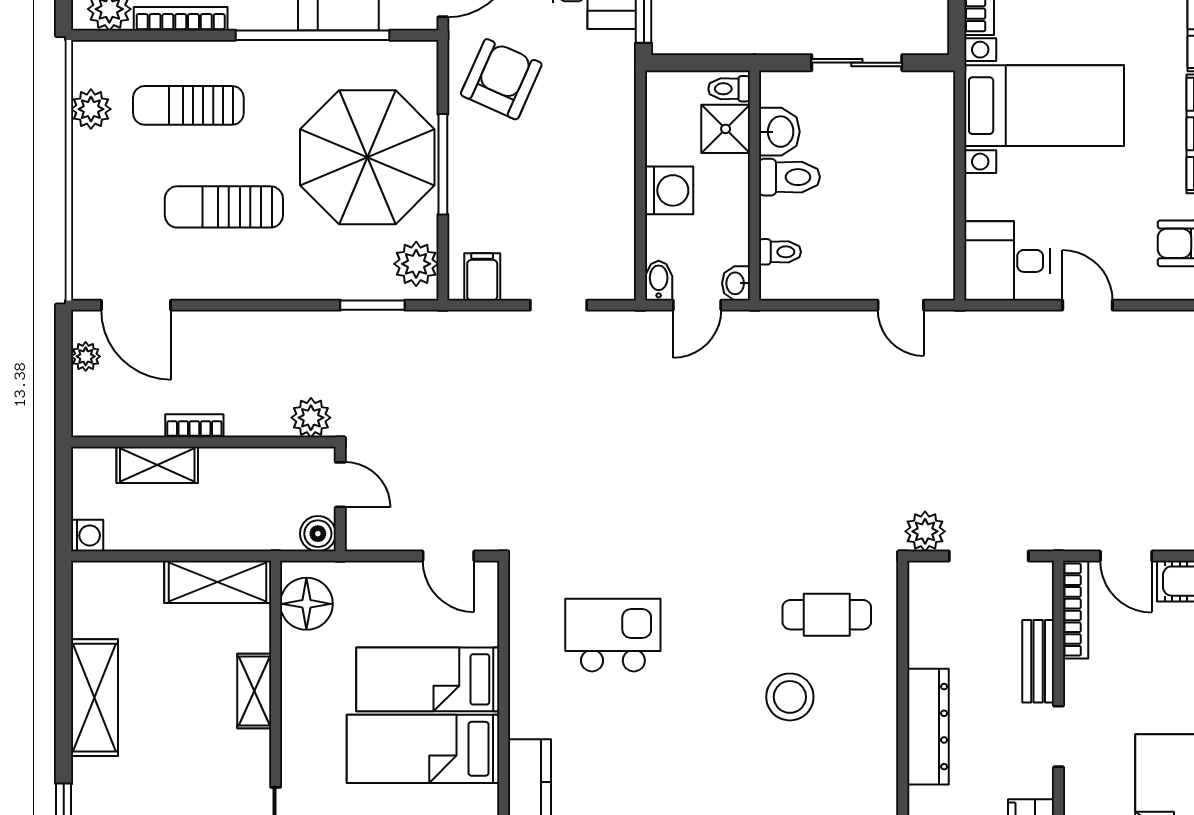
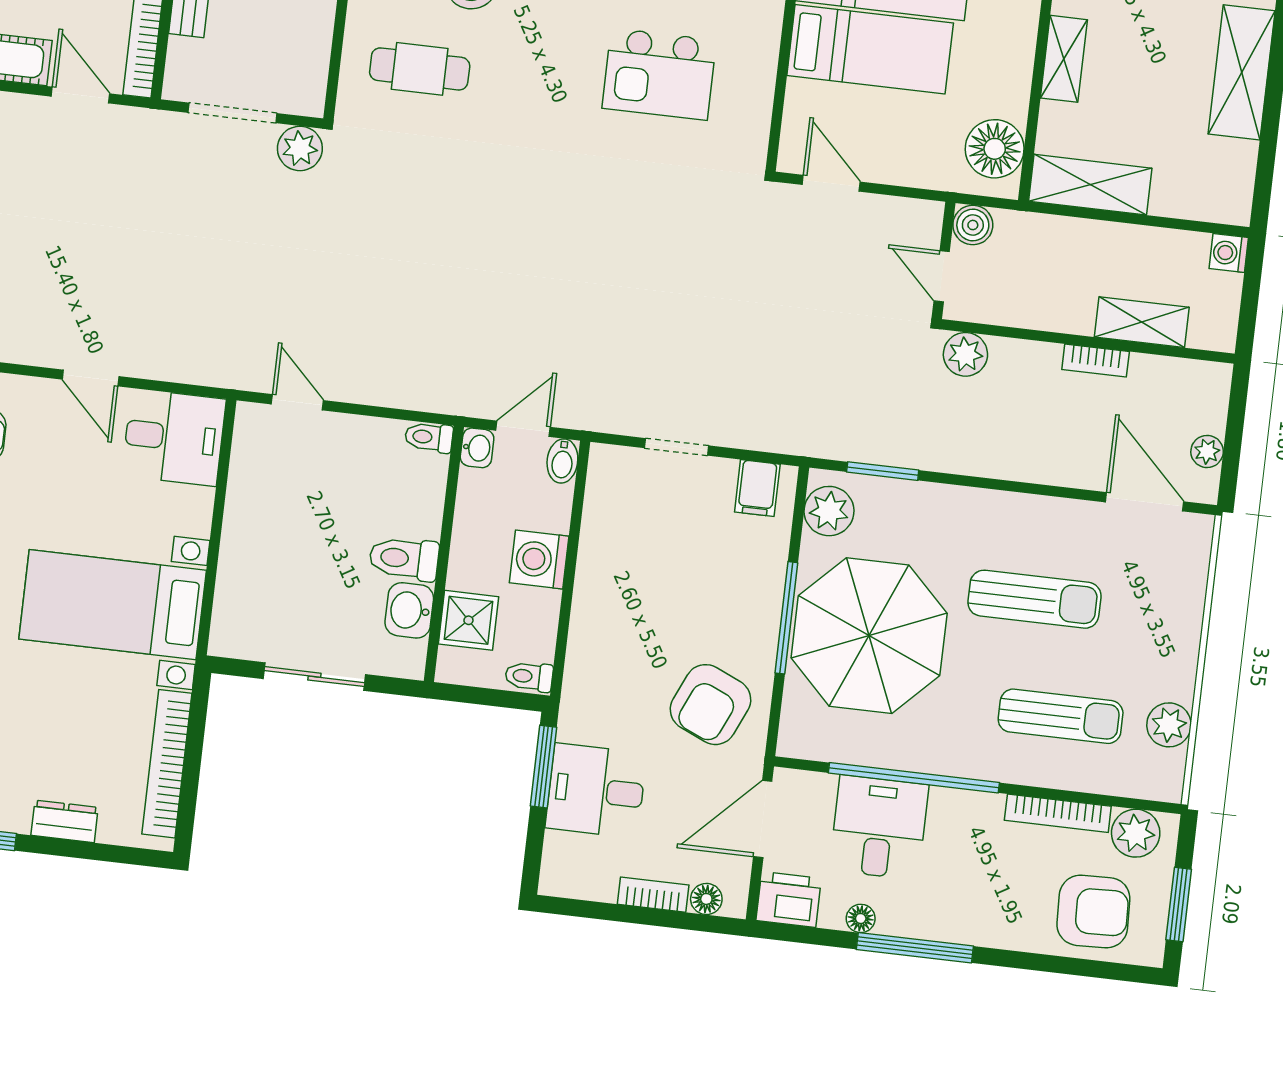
toilet: (729, 89) -> (529, 676), moved, turned 180
toilet: (780, 252) -> (429, 437), moved

